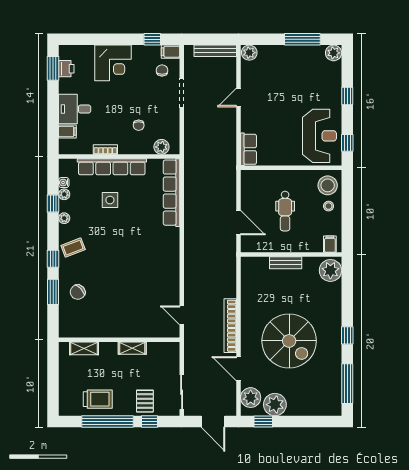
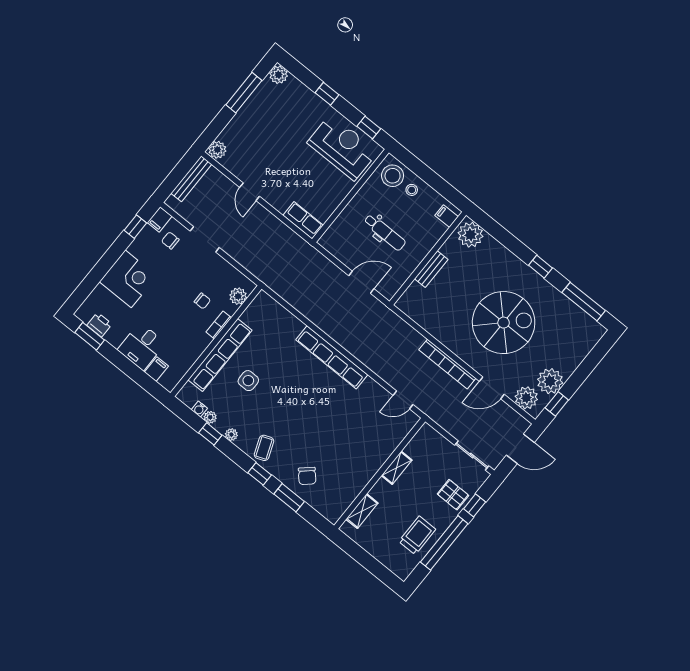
bookcase: (105, 150) -> (219, 325), moved
row of seats: (171, 193) -> (332, 357), moved

